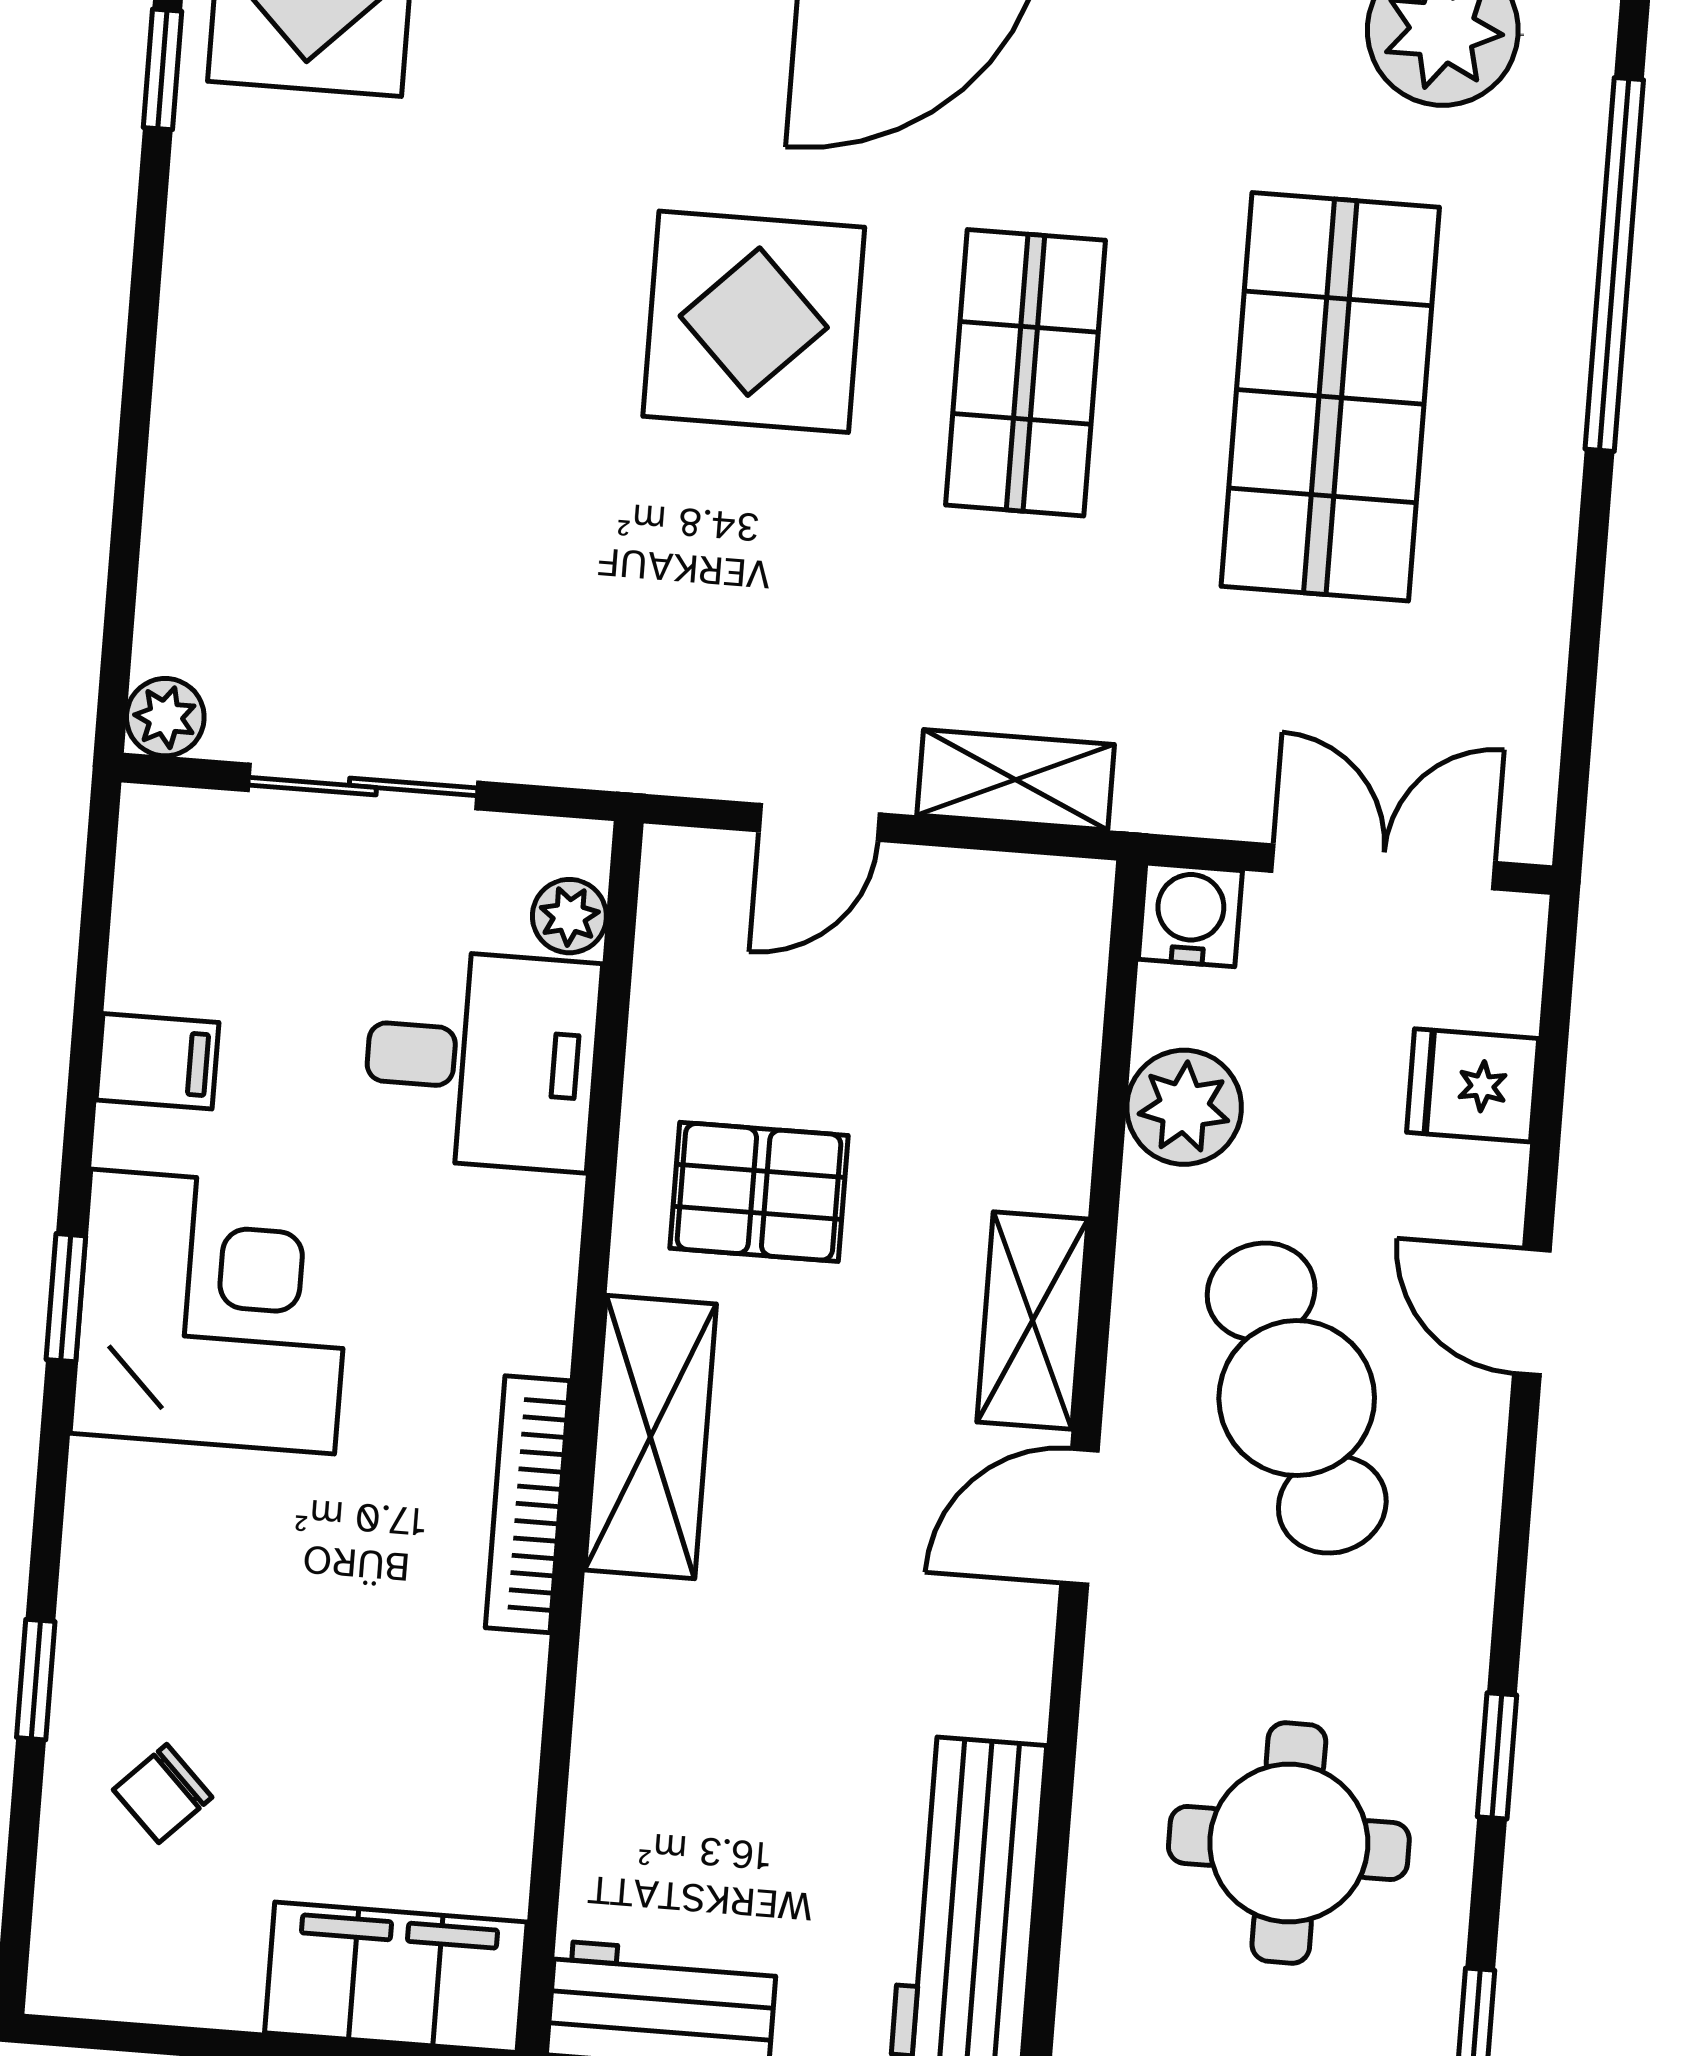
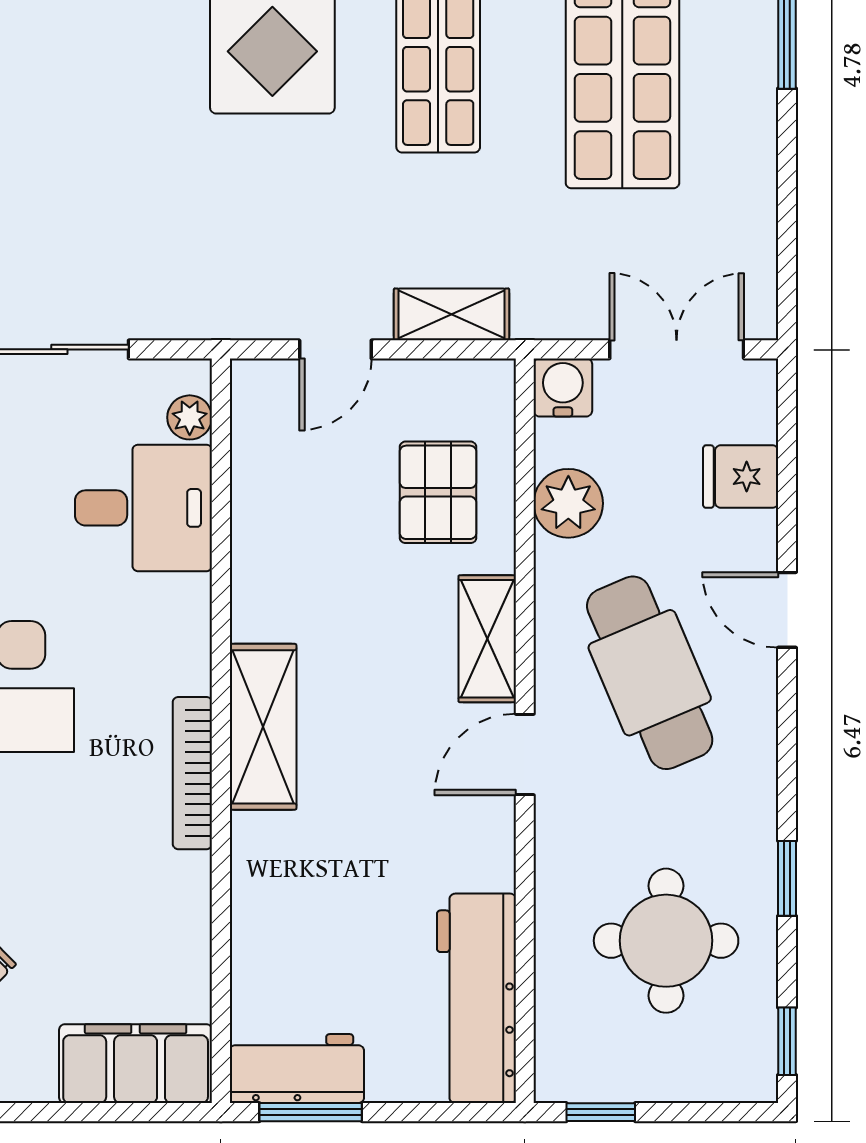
pallet: (759, 1192) -> (438, 492), moved, turned 90

